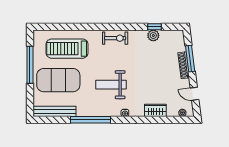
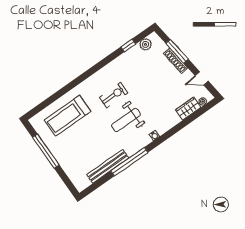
plant: (153, 35) -> (146, 44), moved
exercise bike: (115, 38) -> (114, 95), moved
exercise mat: (58, 80) -> (79, 147), removed
wardrobe: (155, 110) -> (188, 109), moved
bench: (55, 111) -> (108, 166), moved

